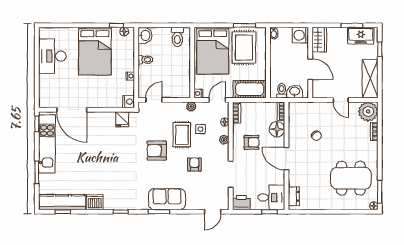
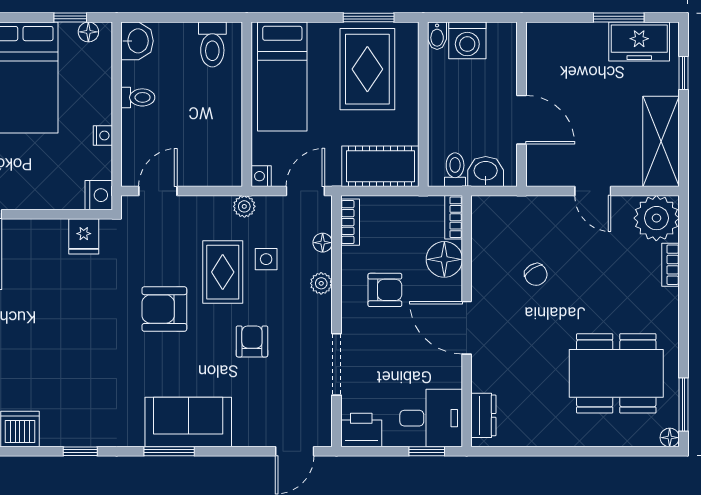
washing machine: (300, 35) -> (467, 40), moved, turned -90
wardrobe: (319, 40) -> (543, 51), removed
bed: (213, 51) -> (282, 77), width x0.67

